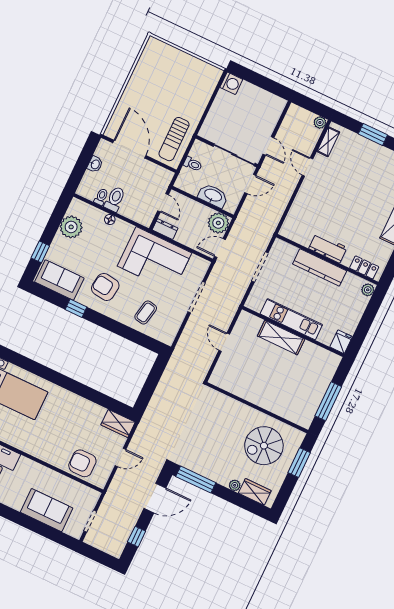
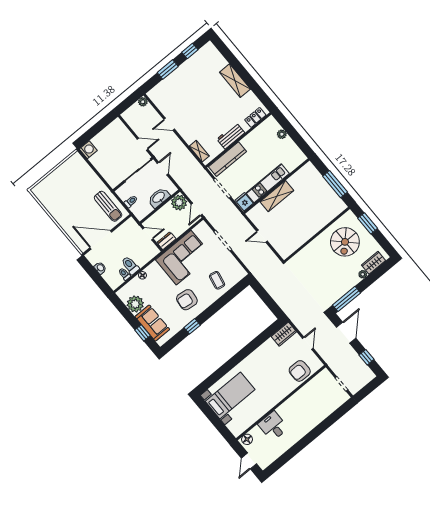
shelving: (328, 142) -> (199, 151), moved
kitchen counter: (320, 267) -> (228, 159), moved
sofa: (59, 280) -> (152, 323), moved, turned 90
plant: (368, 290) -> (282, 134), moved
fridge: (341, 342) -> (244, 202), moved
sofa: (47, 510) -> (320, 410), removed

